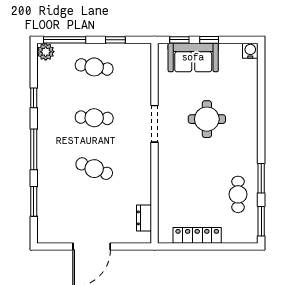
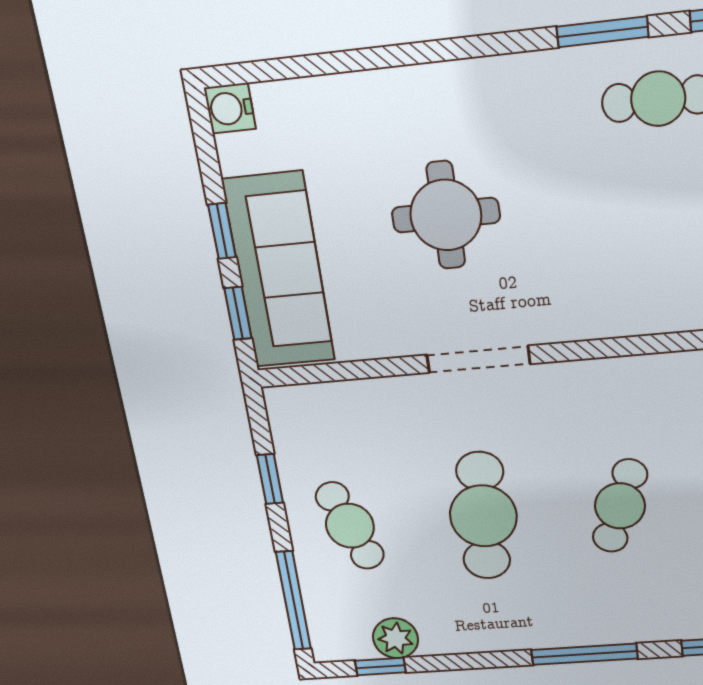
plant: (46, 52) -> (396, 638), moved
sofa: (193, 57) -> (279, 271), width x1.36
cafe table: (94, 67) -> (350, 526), turned -30
window: (34, 98) -> (380, 667), moved
cafe table: (94, 118) -> (483, 516), width x1.37, depth x1.35

